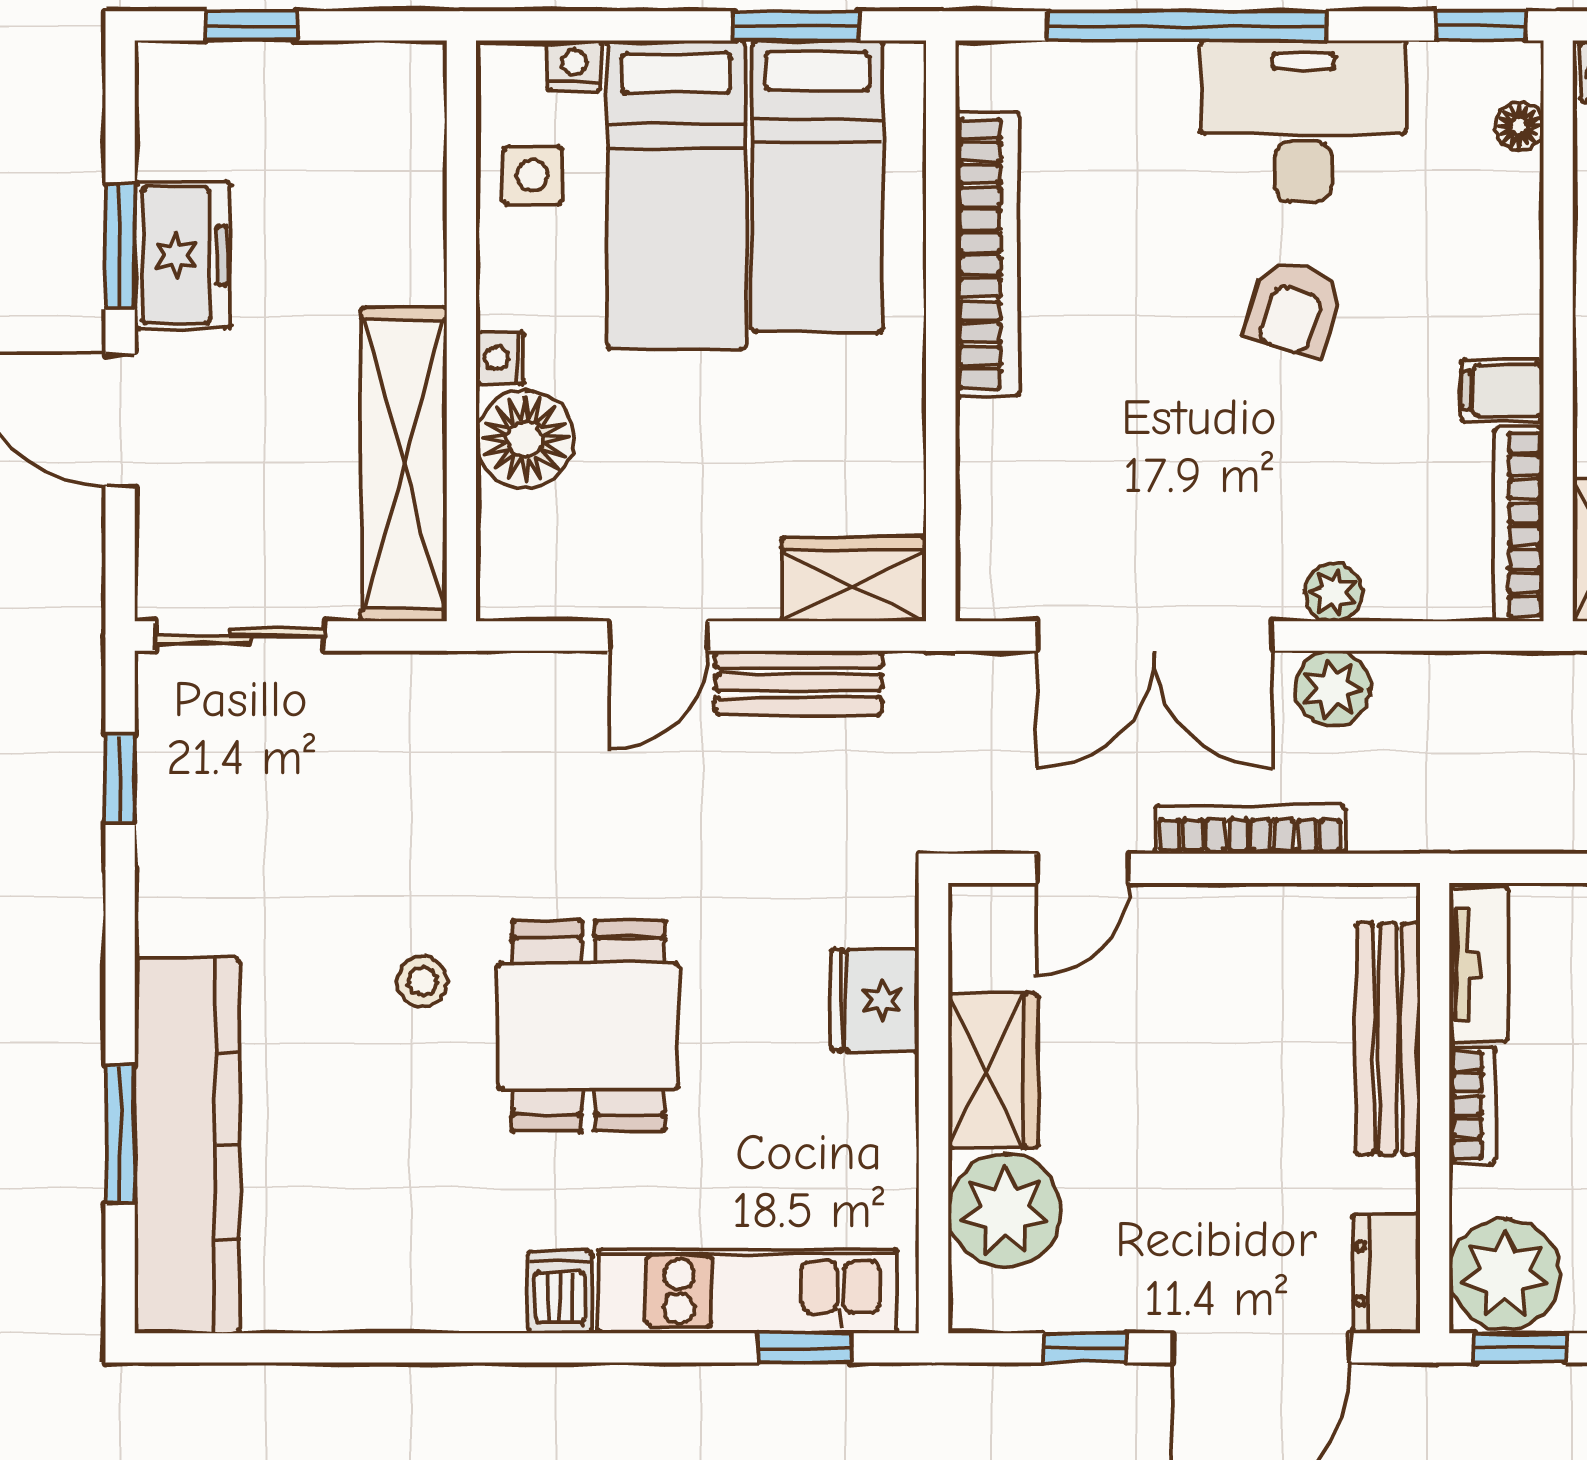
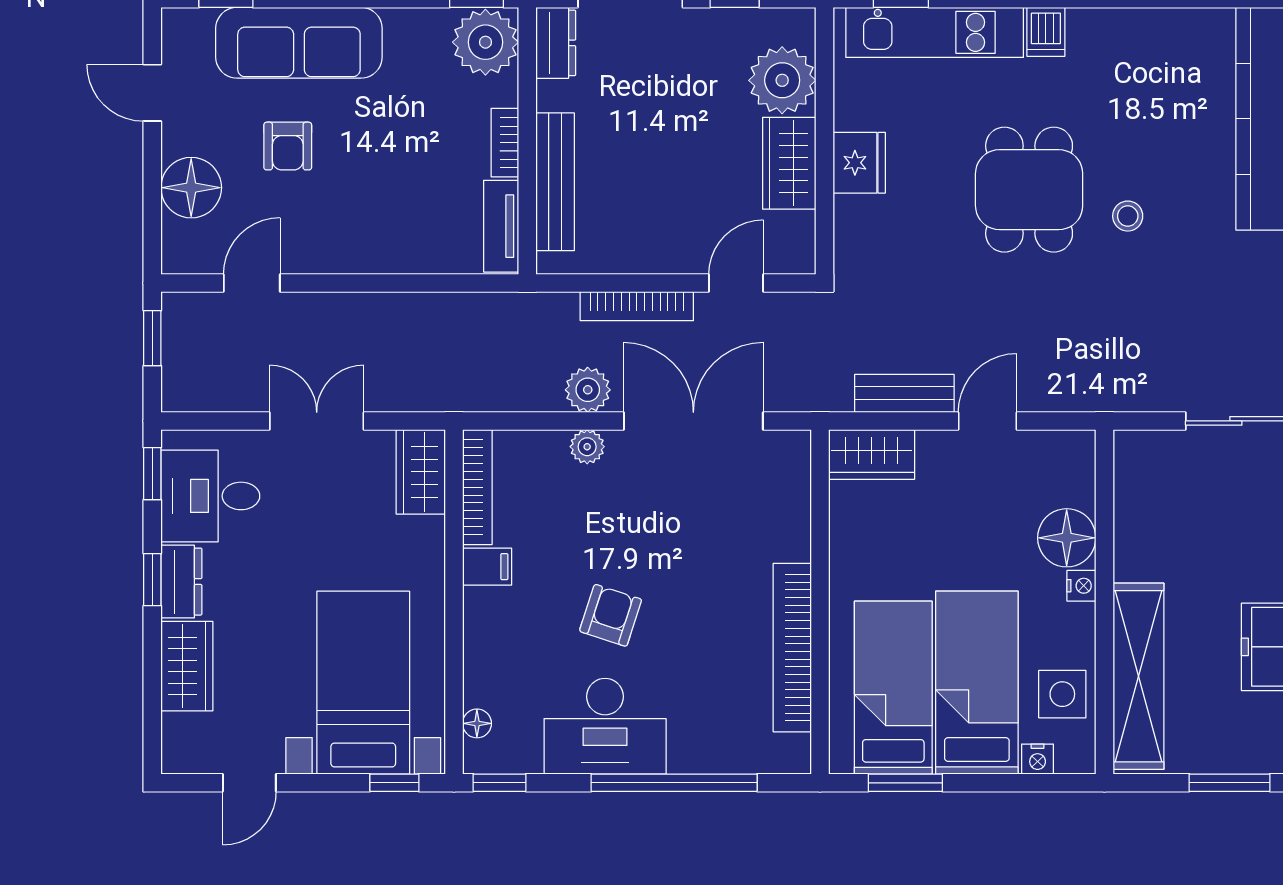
window: (251, 26) -> (1229, 783), width x1.50
side table: (532, 175) -> (1062, 694), width x1.37, depth x1.37
shelving: (404, 465) -> (1138, 676), moved
fridge: (875, 1000) -> (859, 163), moved

